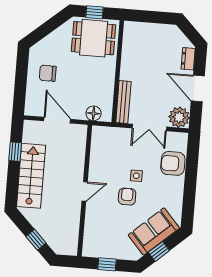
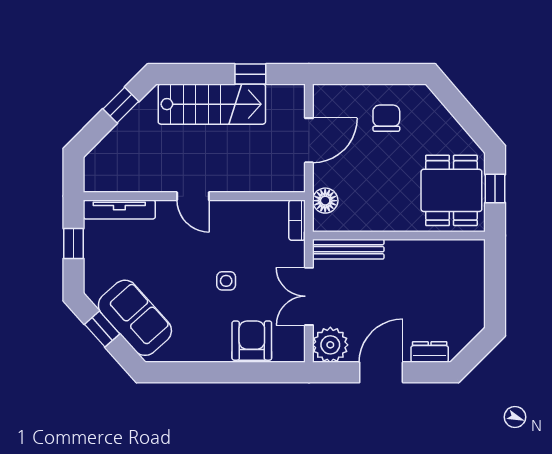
bookcase: (104, 131) -> (297, 220), added
armchair: (127, 197) -> (190, 268), removed
tv unit: (89, 236) -> (119, 210), added
window: (36, 240) -> (121, 105), moved

